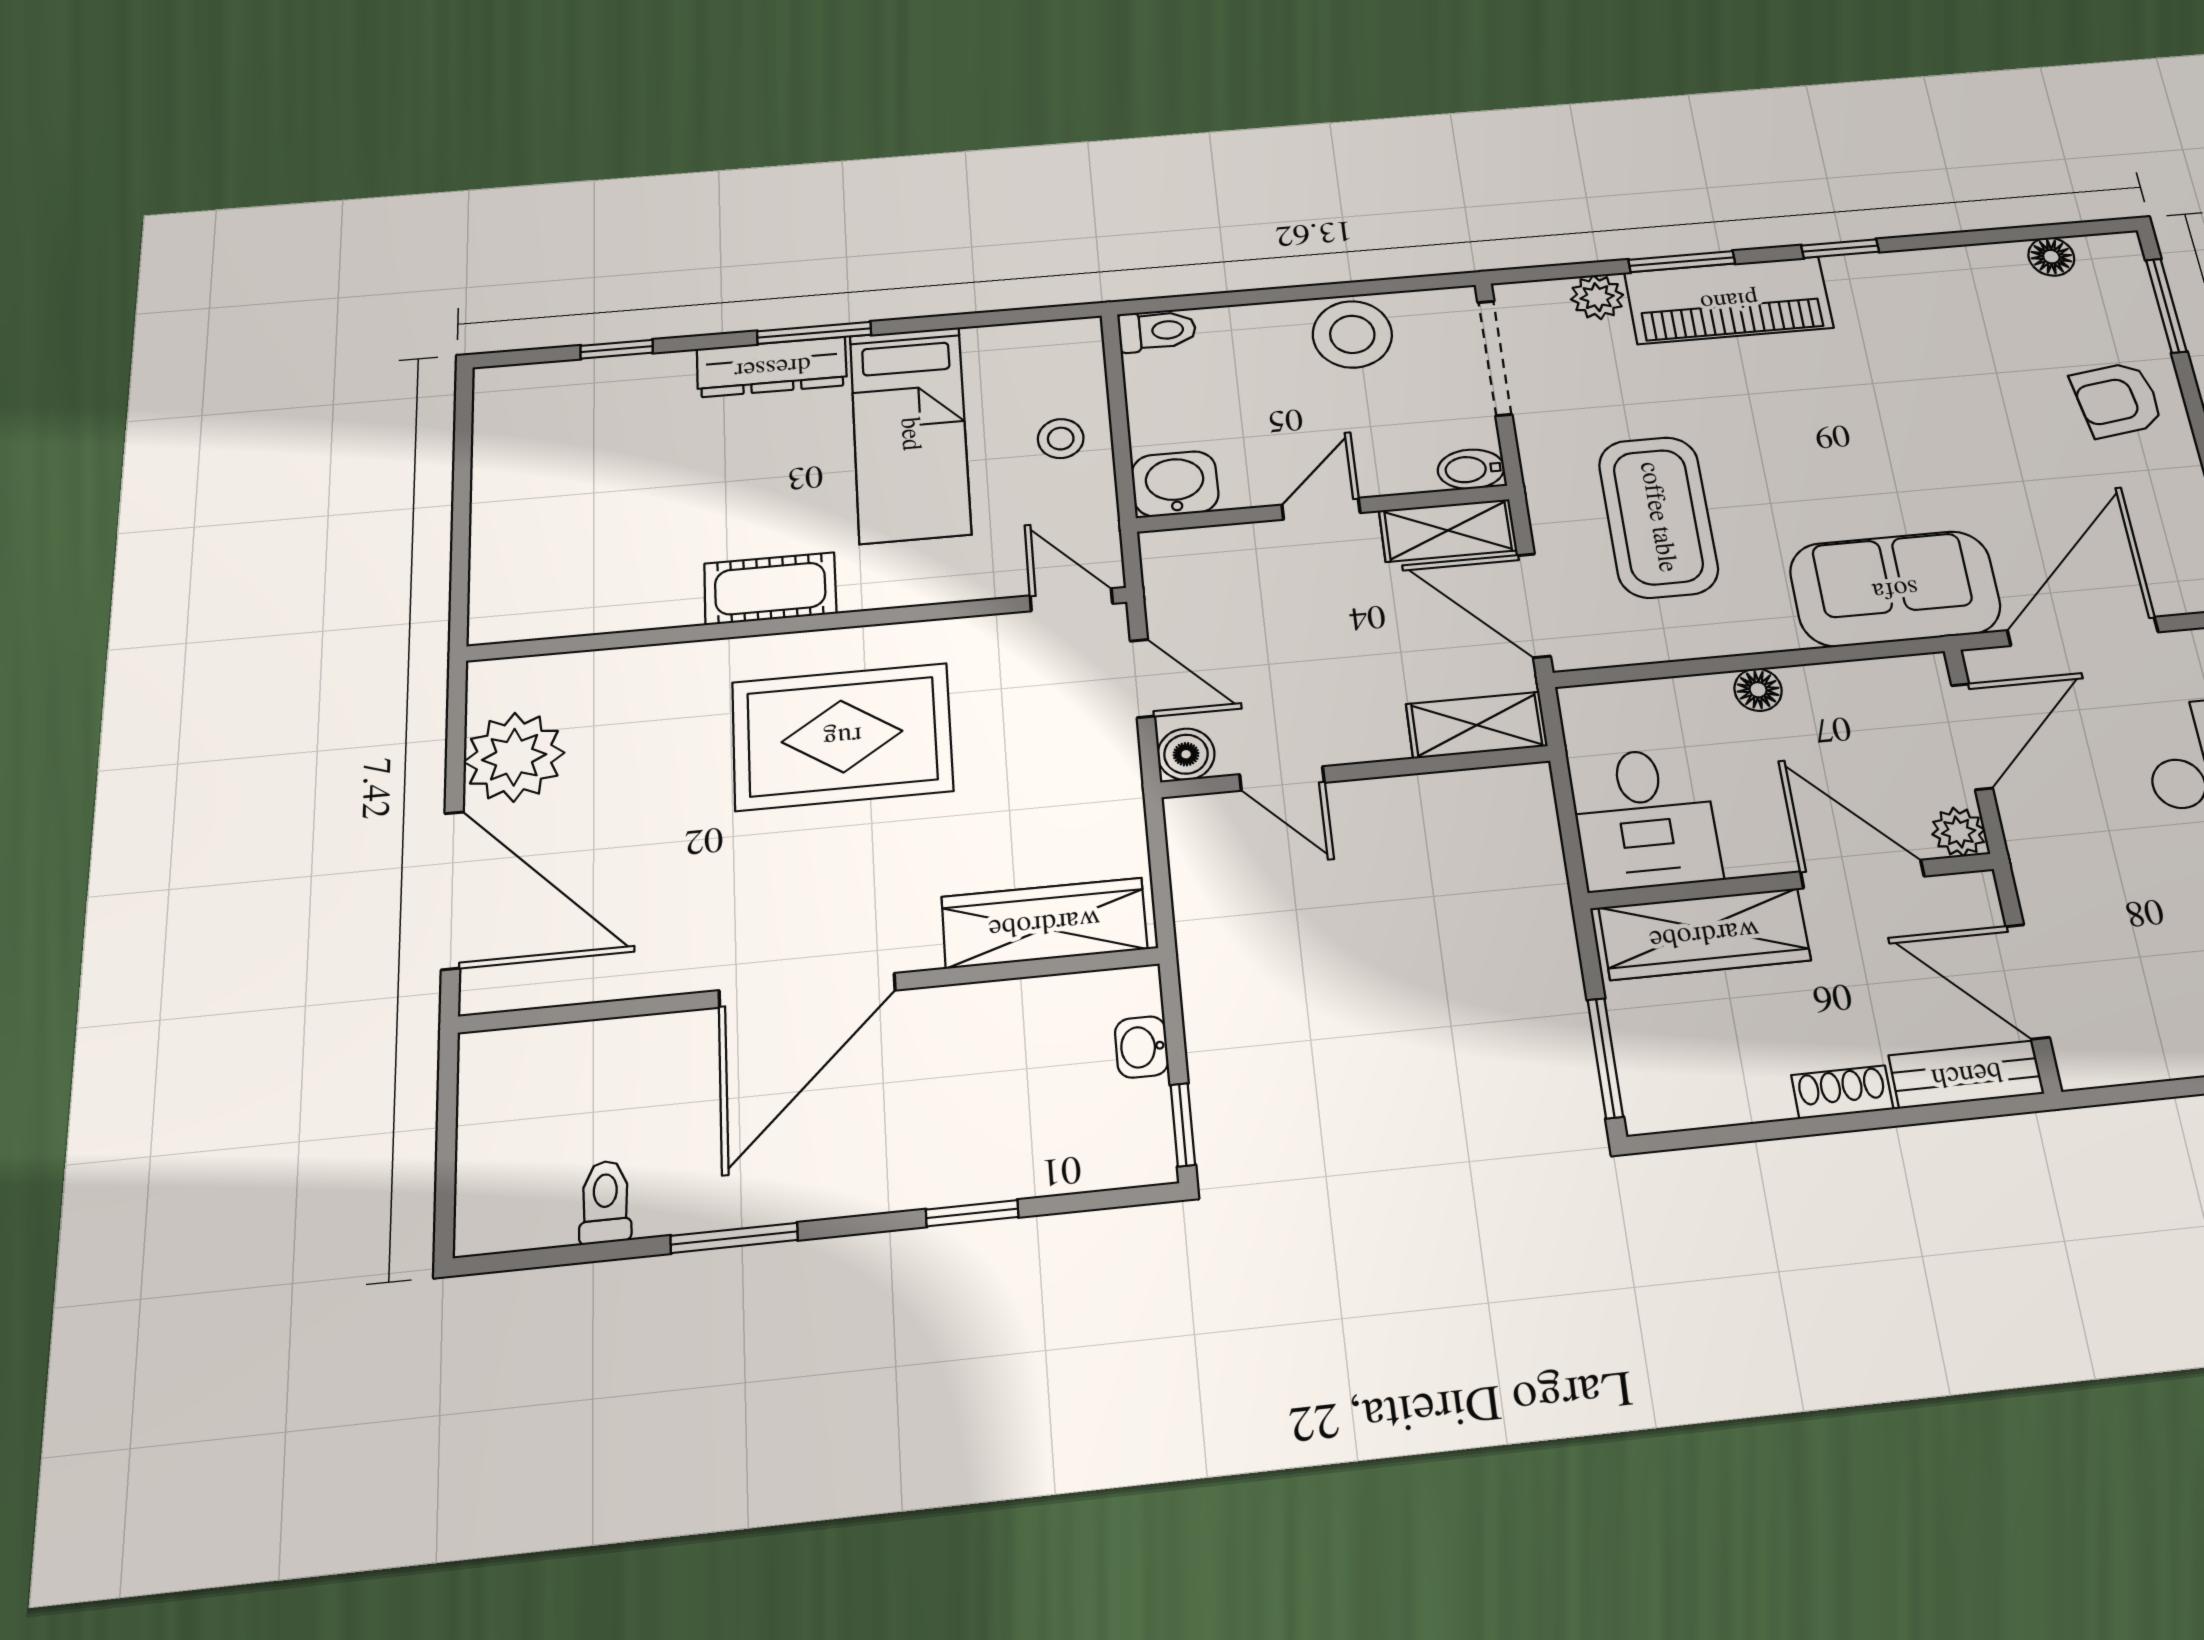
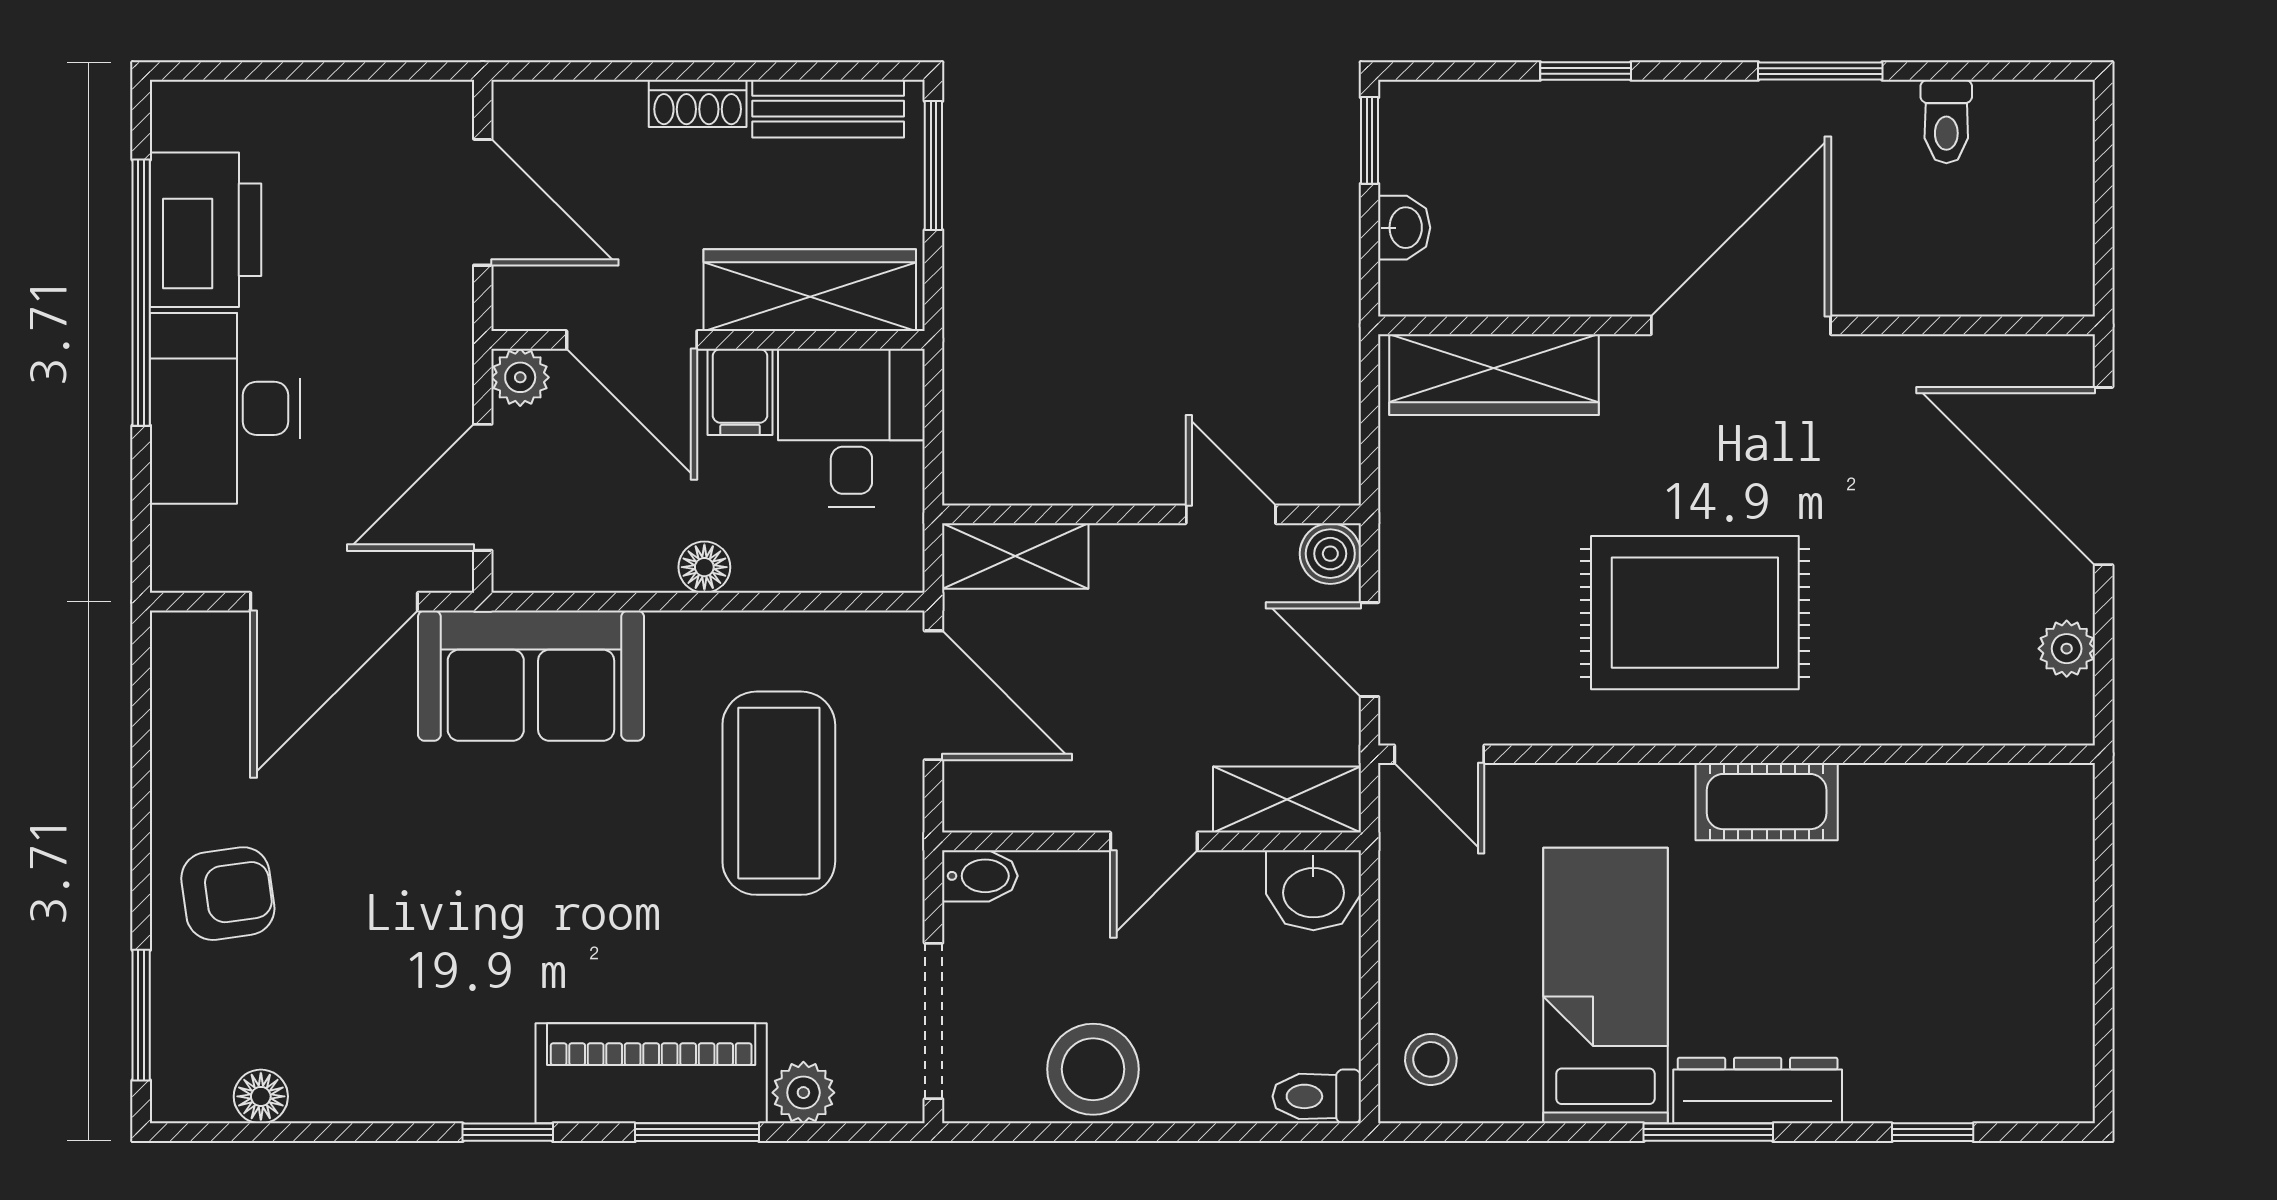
stool: (1061, 439) -> (1431, 1059), moved
shelving: (1448, 530) -> (1287, 800), moved
plant: (514, 757) -> (2067, 649), width x0.53, depth x0.53
filing cabinet: (1753, 839) -> (740, 392), added
bench: (1966, 1074) -> (828, 109), moved

